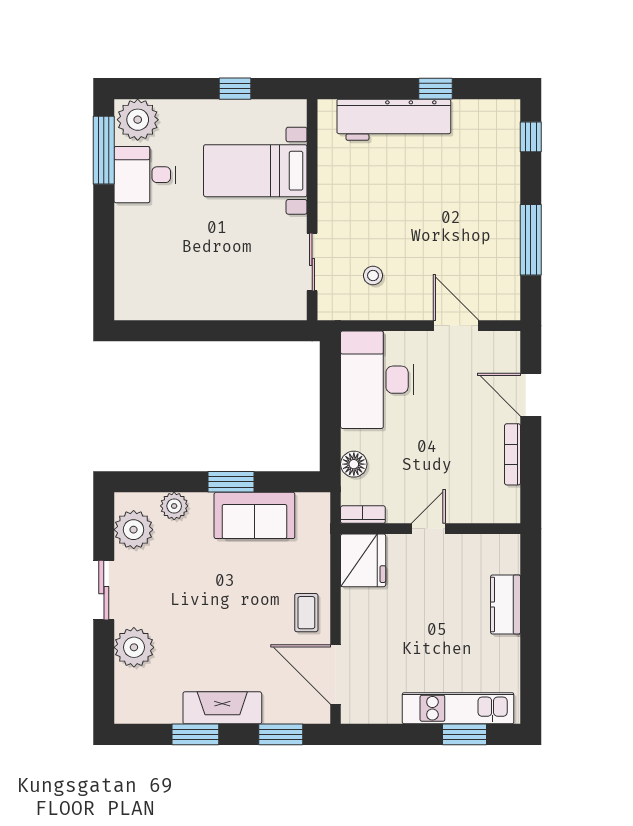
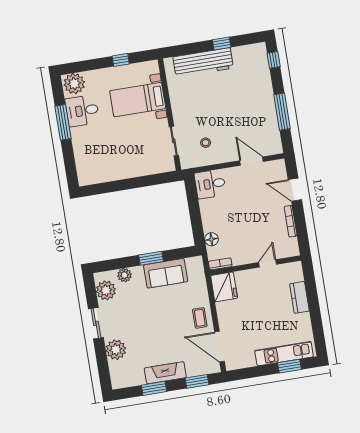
window: (104, 150) -> (63, 122), moved
desk: (377, 380) -> (210, 184), width x0.53, depth x0.77
door: (428, 529) -> (268, 263), moved

